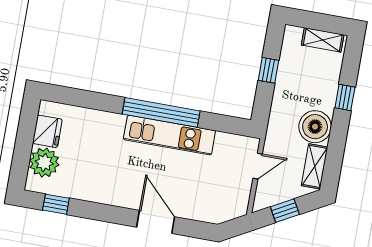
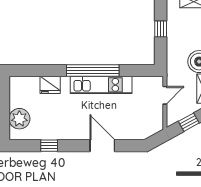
fridge: (47, 131) -> (50, 85), moved, turned 90
window: (56, 204) -> (49, 146), moved

